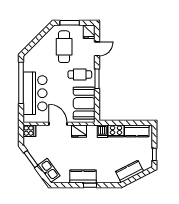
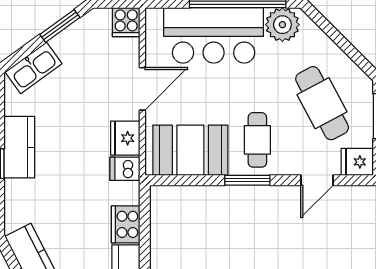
cafe table: (64, 47) -> (322, 103), turned 62
door: (97, 49) -> (317, 180), hinge flipped
plant: (30, 64) -> (282, 25), added
dishwasher: (102, 131) -> (125, 169), moved

